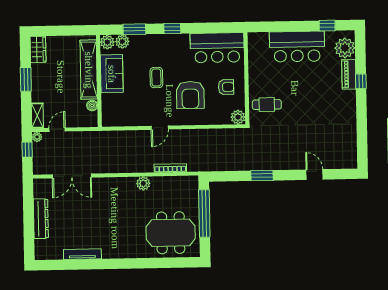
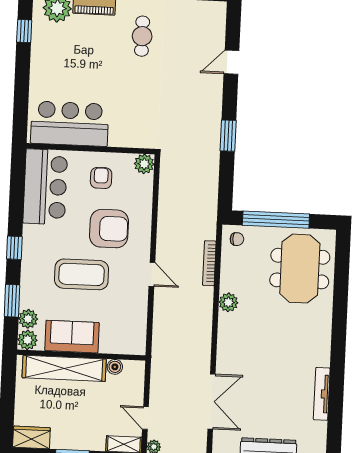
bar counter: (297, 46) -> (70, 124), moved, turned -90
coffee table: (156, 78) -> (82, 274), width x1.86, depth x1.72
cafe table: (267, 105) -> (142, 36), moved
chair: (189, 187) -> (237, 239), added

